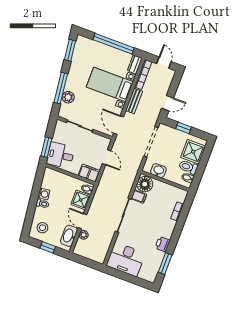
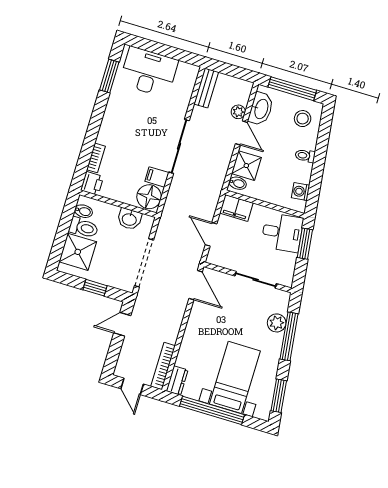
bed with nightstands: (110, 84) -> (235, 377), moved, turned -90
bench: (134, 101) -> (206, 88), moved
washing machine: (44, 194) -> (301, 192), moved
printer: (162, 244) -> (92, 183), moved
window: (48, 247) -> (292, 89), width x2.17
desk: (126, 259) -> (149, 72), moved

